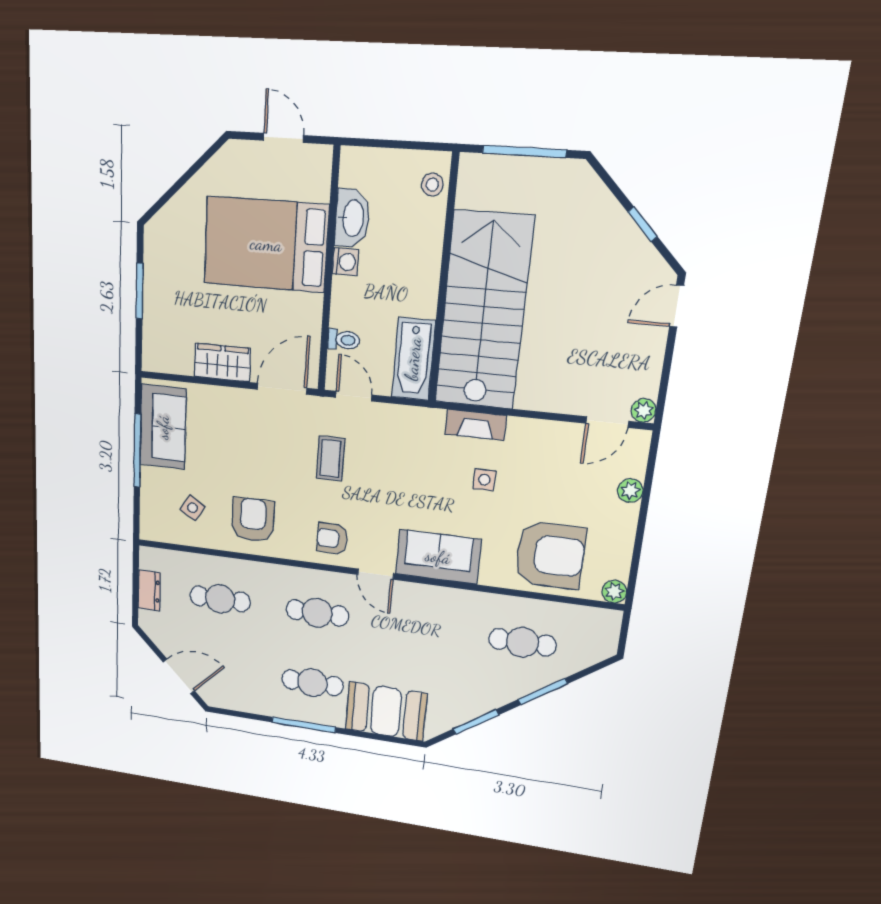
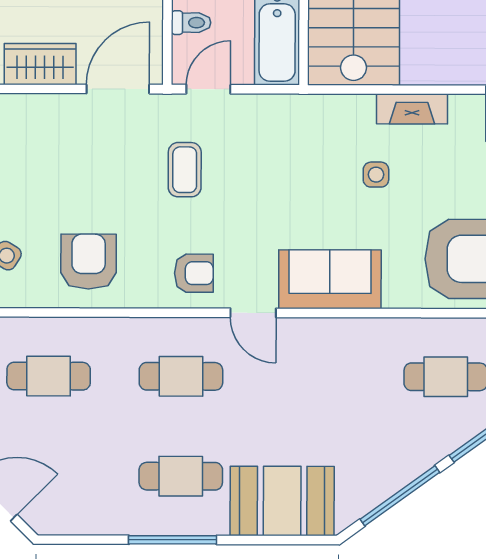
door: (354, 396) -> (208, 89), hinge flipped
fireplace: (476, 425) -> (412, 109), moved
armchair: (332, 539) -> (194, 273), turned 180
window: (476, 722) -> (400, 496), width x1.44

